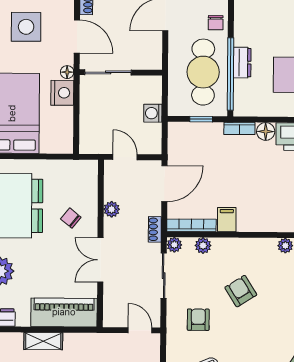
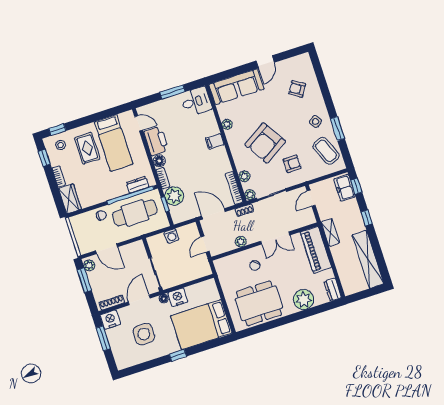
dresser: (242, 63) -> (138, 185), moved
plant: (208, 136) -> (174, 196), added
filing cabinet: (227, 220) -> (215, 141), moved
armchair: (241, 291) -> (265, 143), width x1.88, depth x1.88
armchair: (198, 320) -> (292, 164), turned 180
shelving: (43, 341) -> (330, 232), moved

